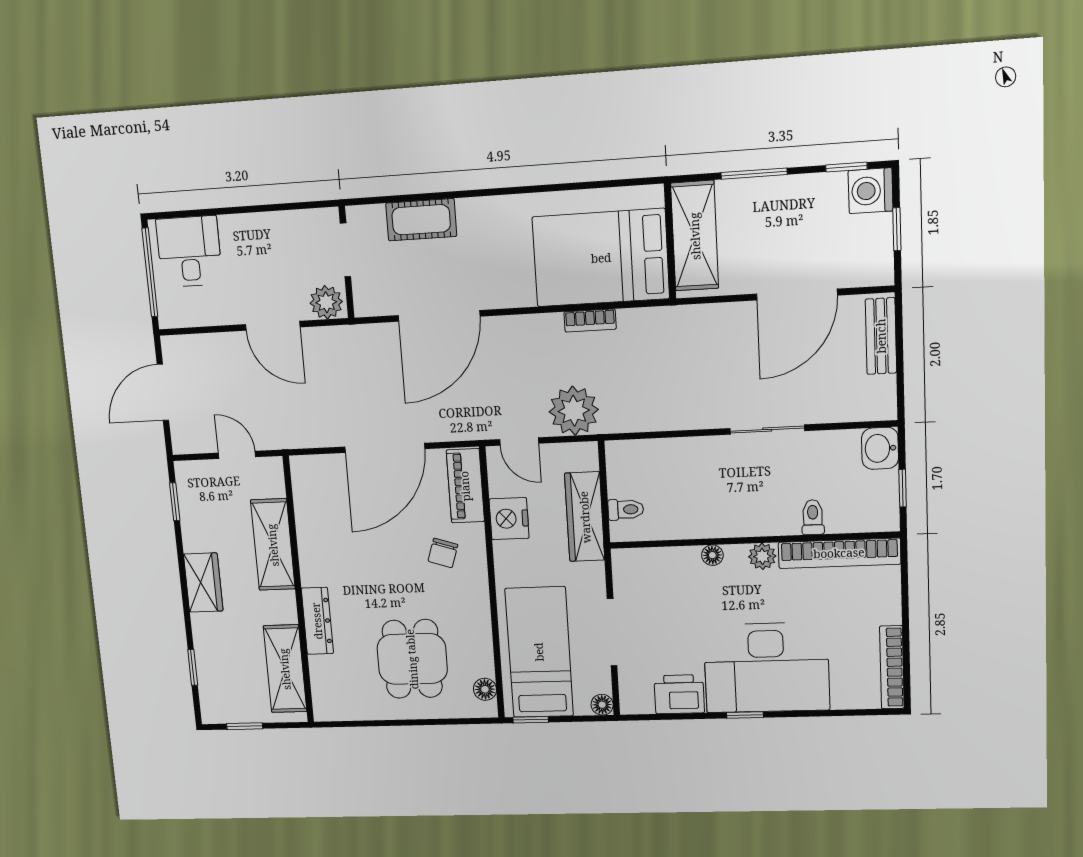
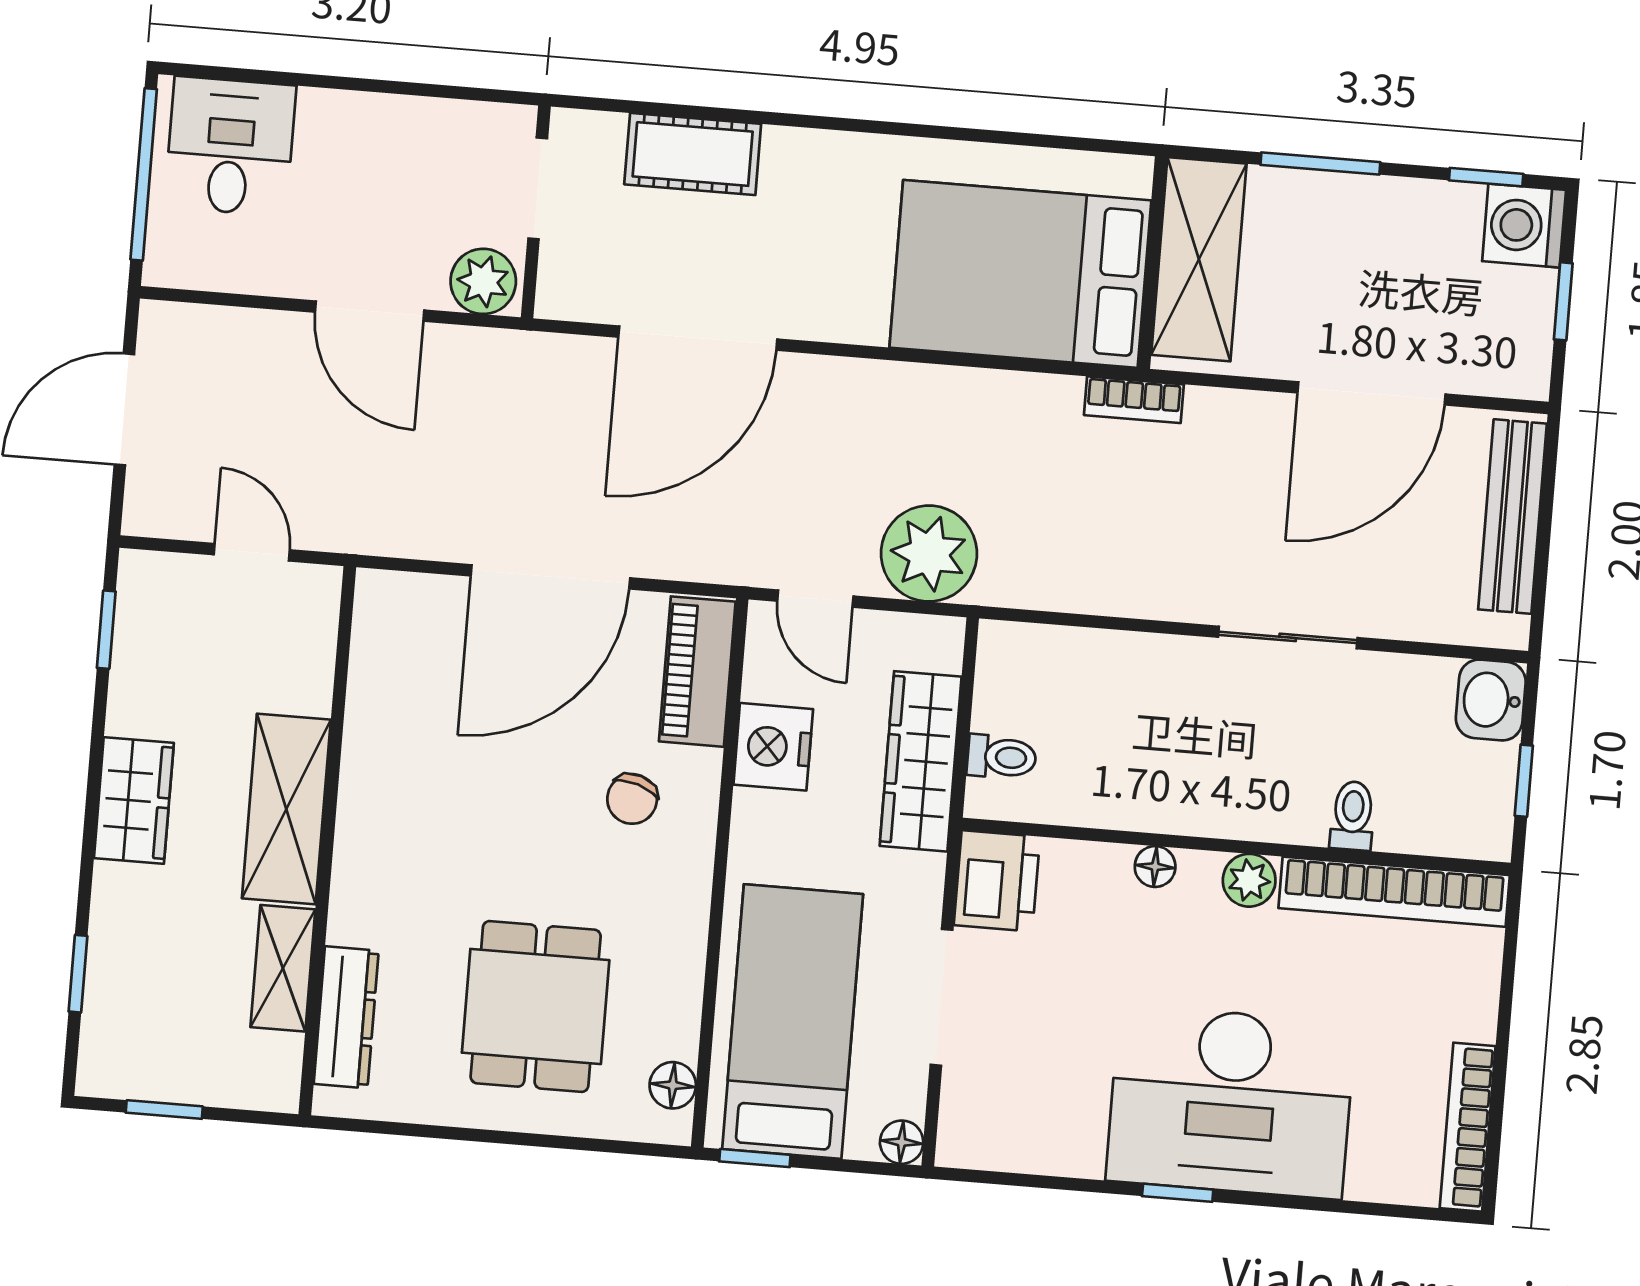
bookcase: (590, 321) -> (1134, 400), moved
bench: (881, 336) -> (1512, 517), width x1.36
shelving: (273, 545) -> (286, 809), moved
dresser: (317, 621) -> (346, 1017), moved
shelving: (285, 669) -> (283, 968), width x0.67, depth x0.75
printer: (679, 694) -> (997, 881), moved, turned 90

